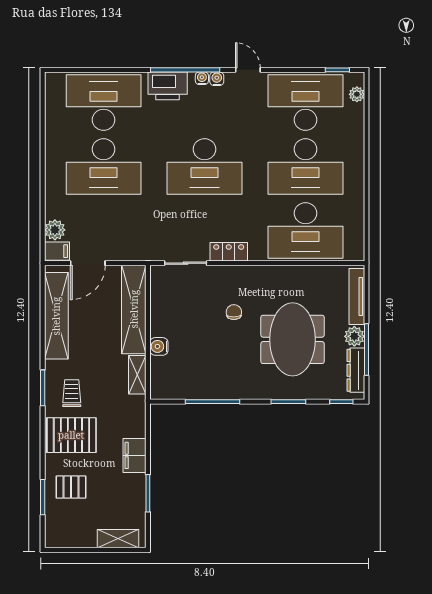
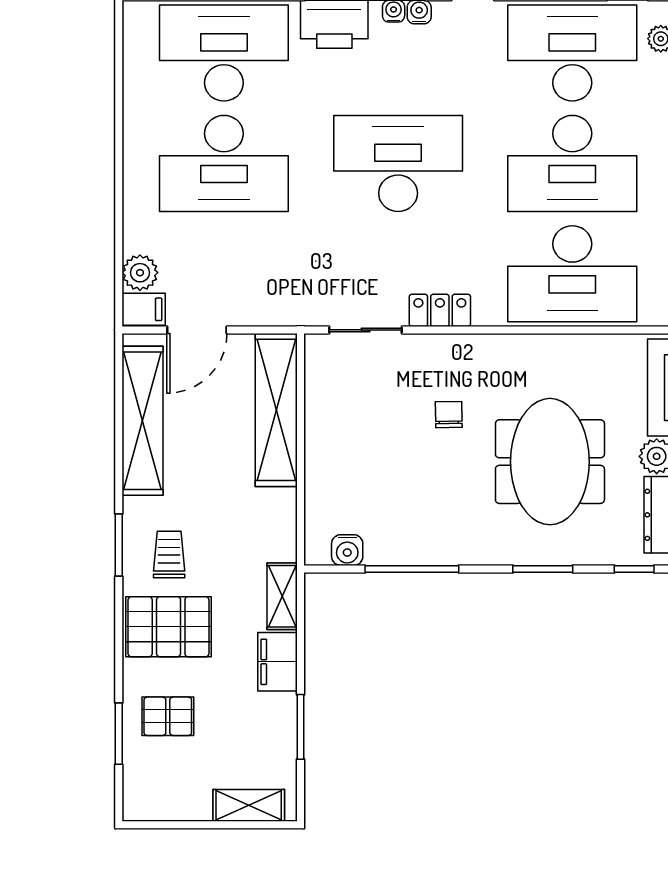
desk: (205, 167) -> (398, 163), turned 180
water cooler: (159, 346) -> (347, 550), moved, turned -90
shelving: (137, 375) -> (282, 596), moved

